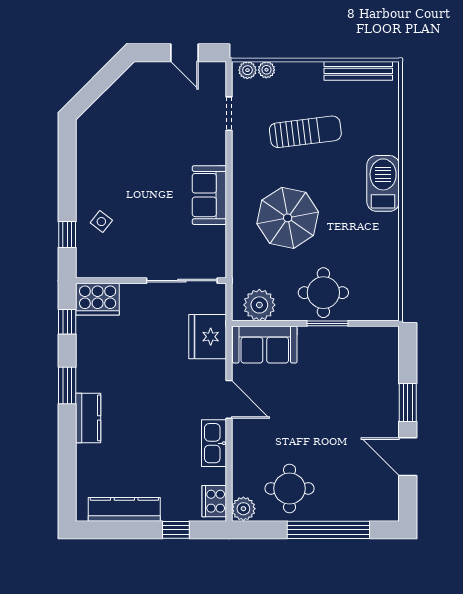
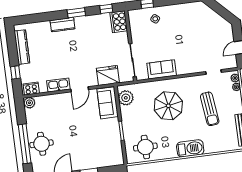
sofa: (209, 195) -> (162, 69), moved
round table: (323, 293) -> (145, 147), moved
round table: (290, 488) -> (42, 144), moved

